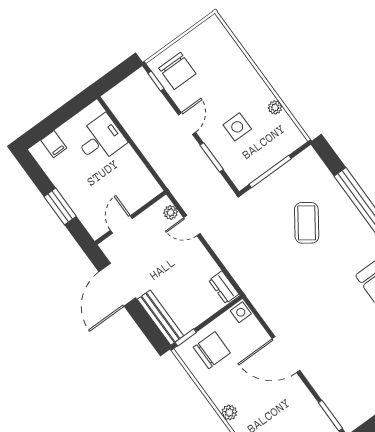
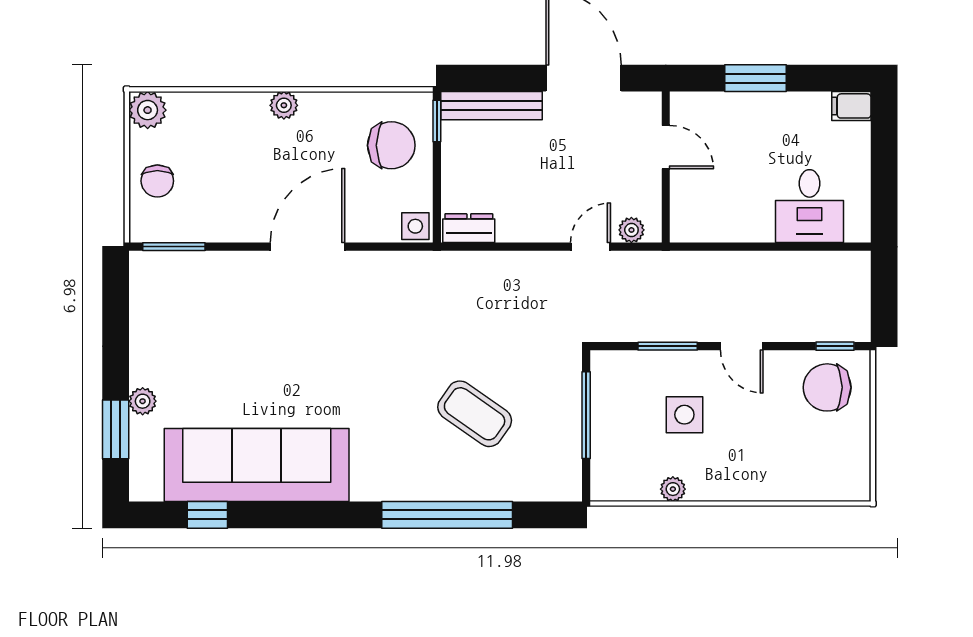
filing cabinet: (54, 144) -> (851, 106), moved
chair: (212, 350) -> (391, 145), turned -90

